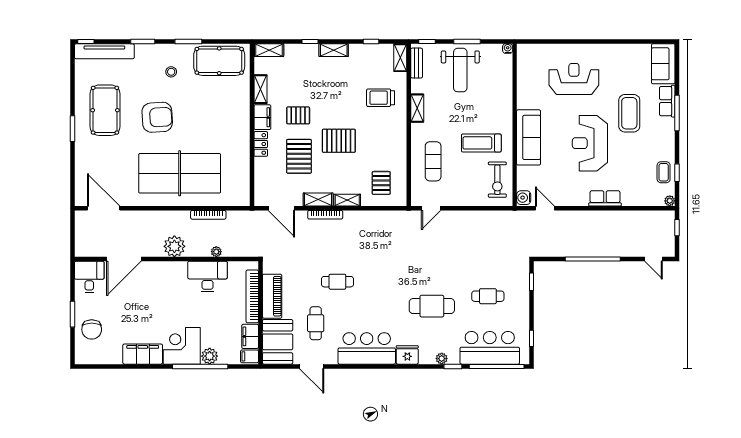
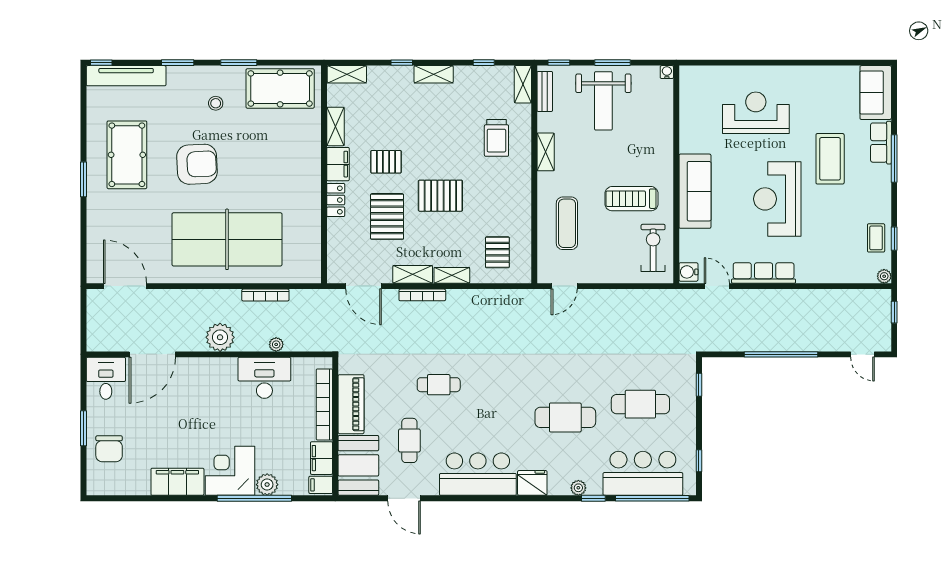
trolley: (381, 98) -> (496, 138), turned -90
exercise bike: (497, 180) -> (653, 248), turned 180
row of seats: (605, 198) -> (764, 273), moved, width x1.48
cafe table: (488, 296) -> (640, 404), width x1.37, depth x1.35

